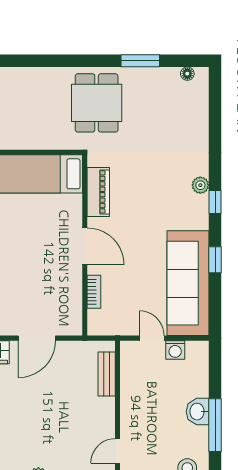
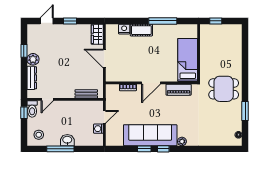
window: (215, 202) -> (163, 149), moved
sofa: (188, 283) -> (150, 135), moved
door: (117, 451) -> (47, 99), swing flipped

